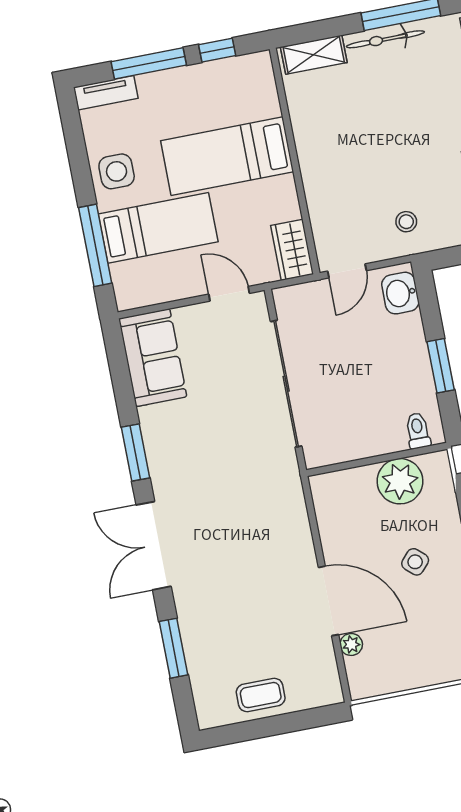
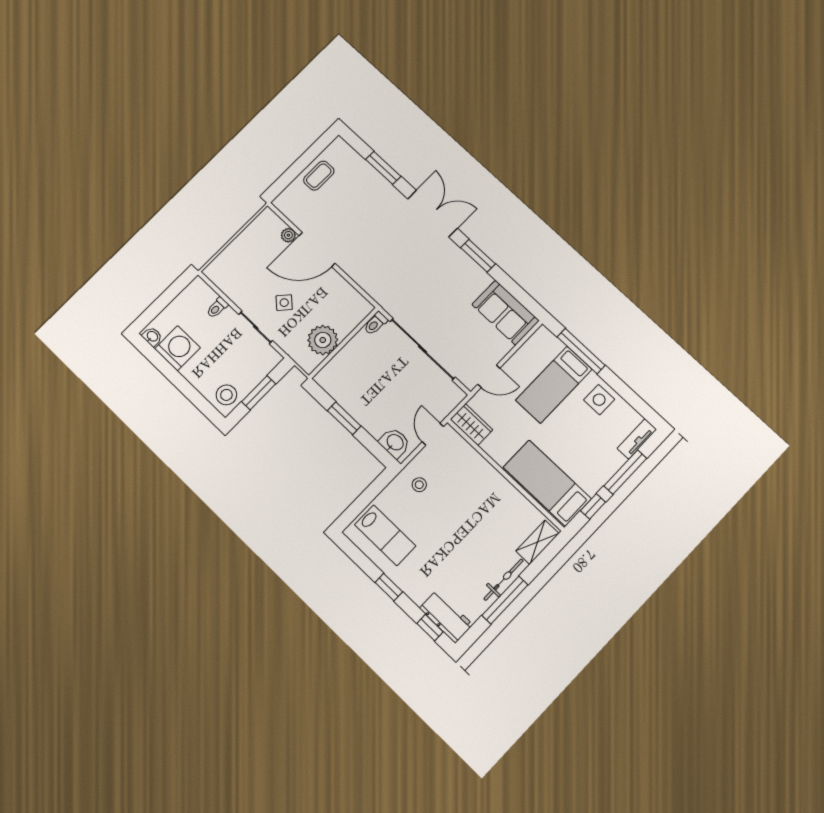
bed: (227, 156) -> (547, 483), moved, turned -90
toilet: (418, 431) -> (376, 323), moved, turned 90

